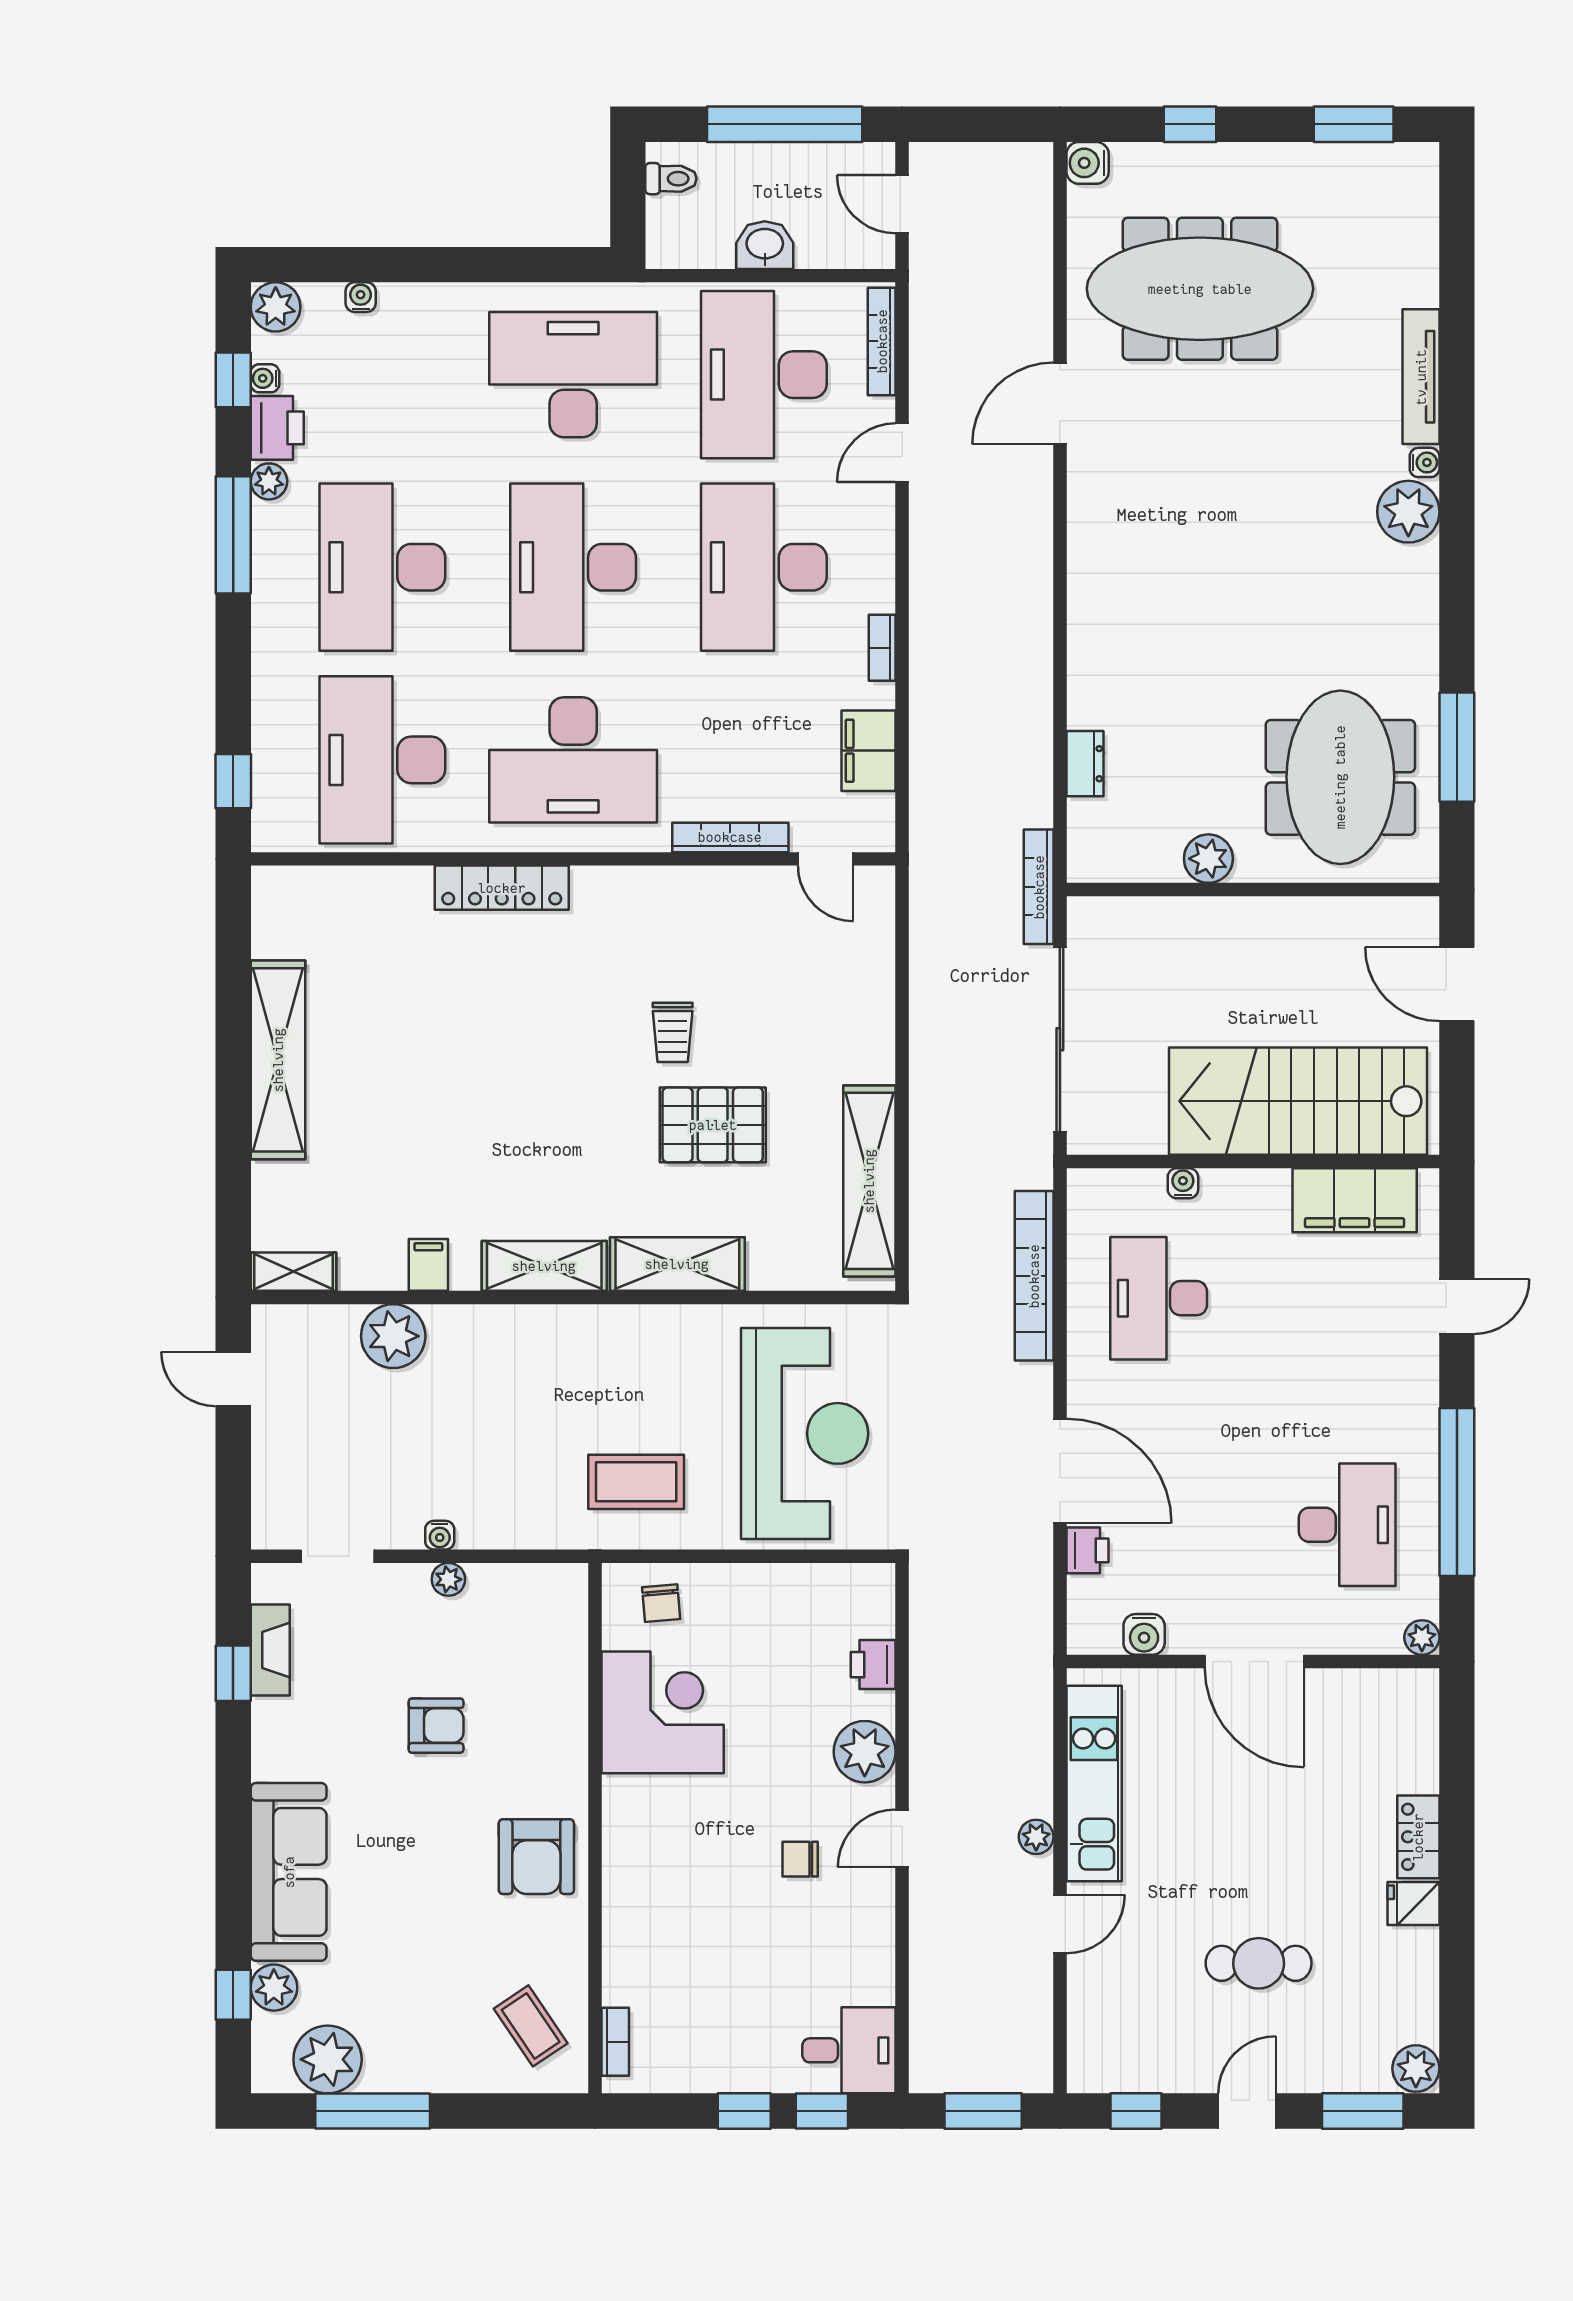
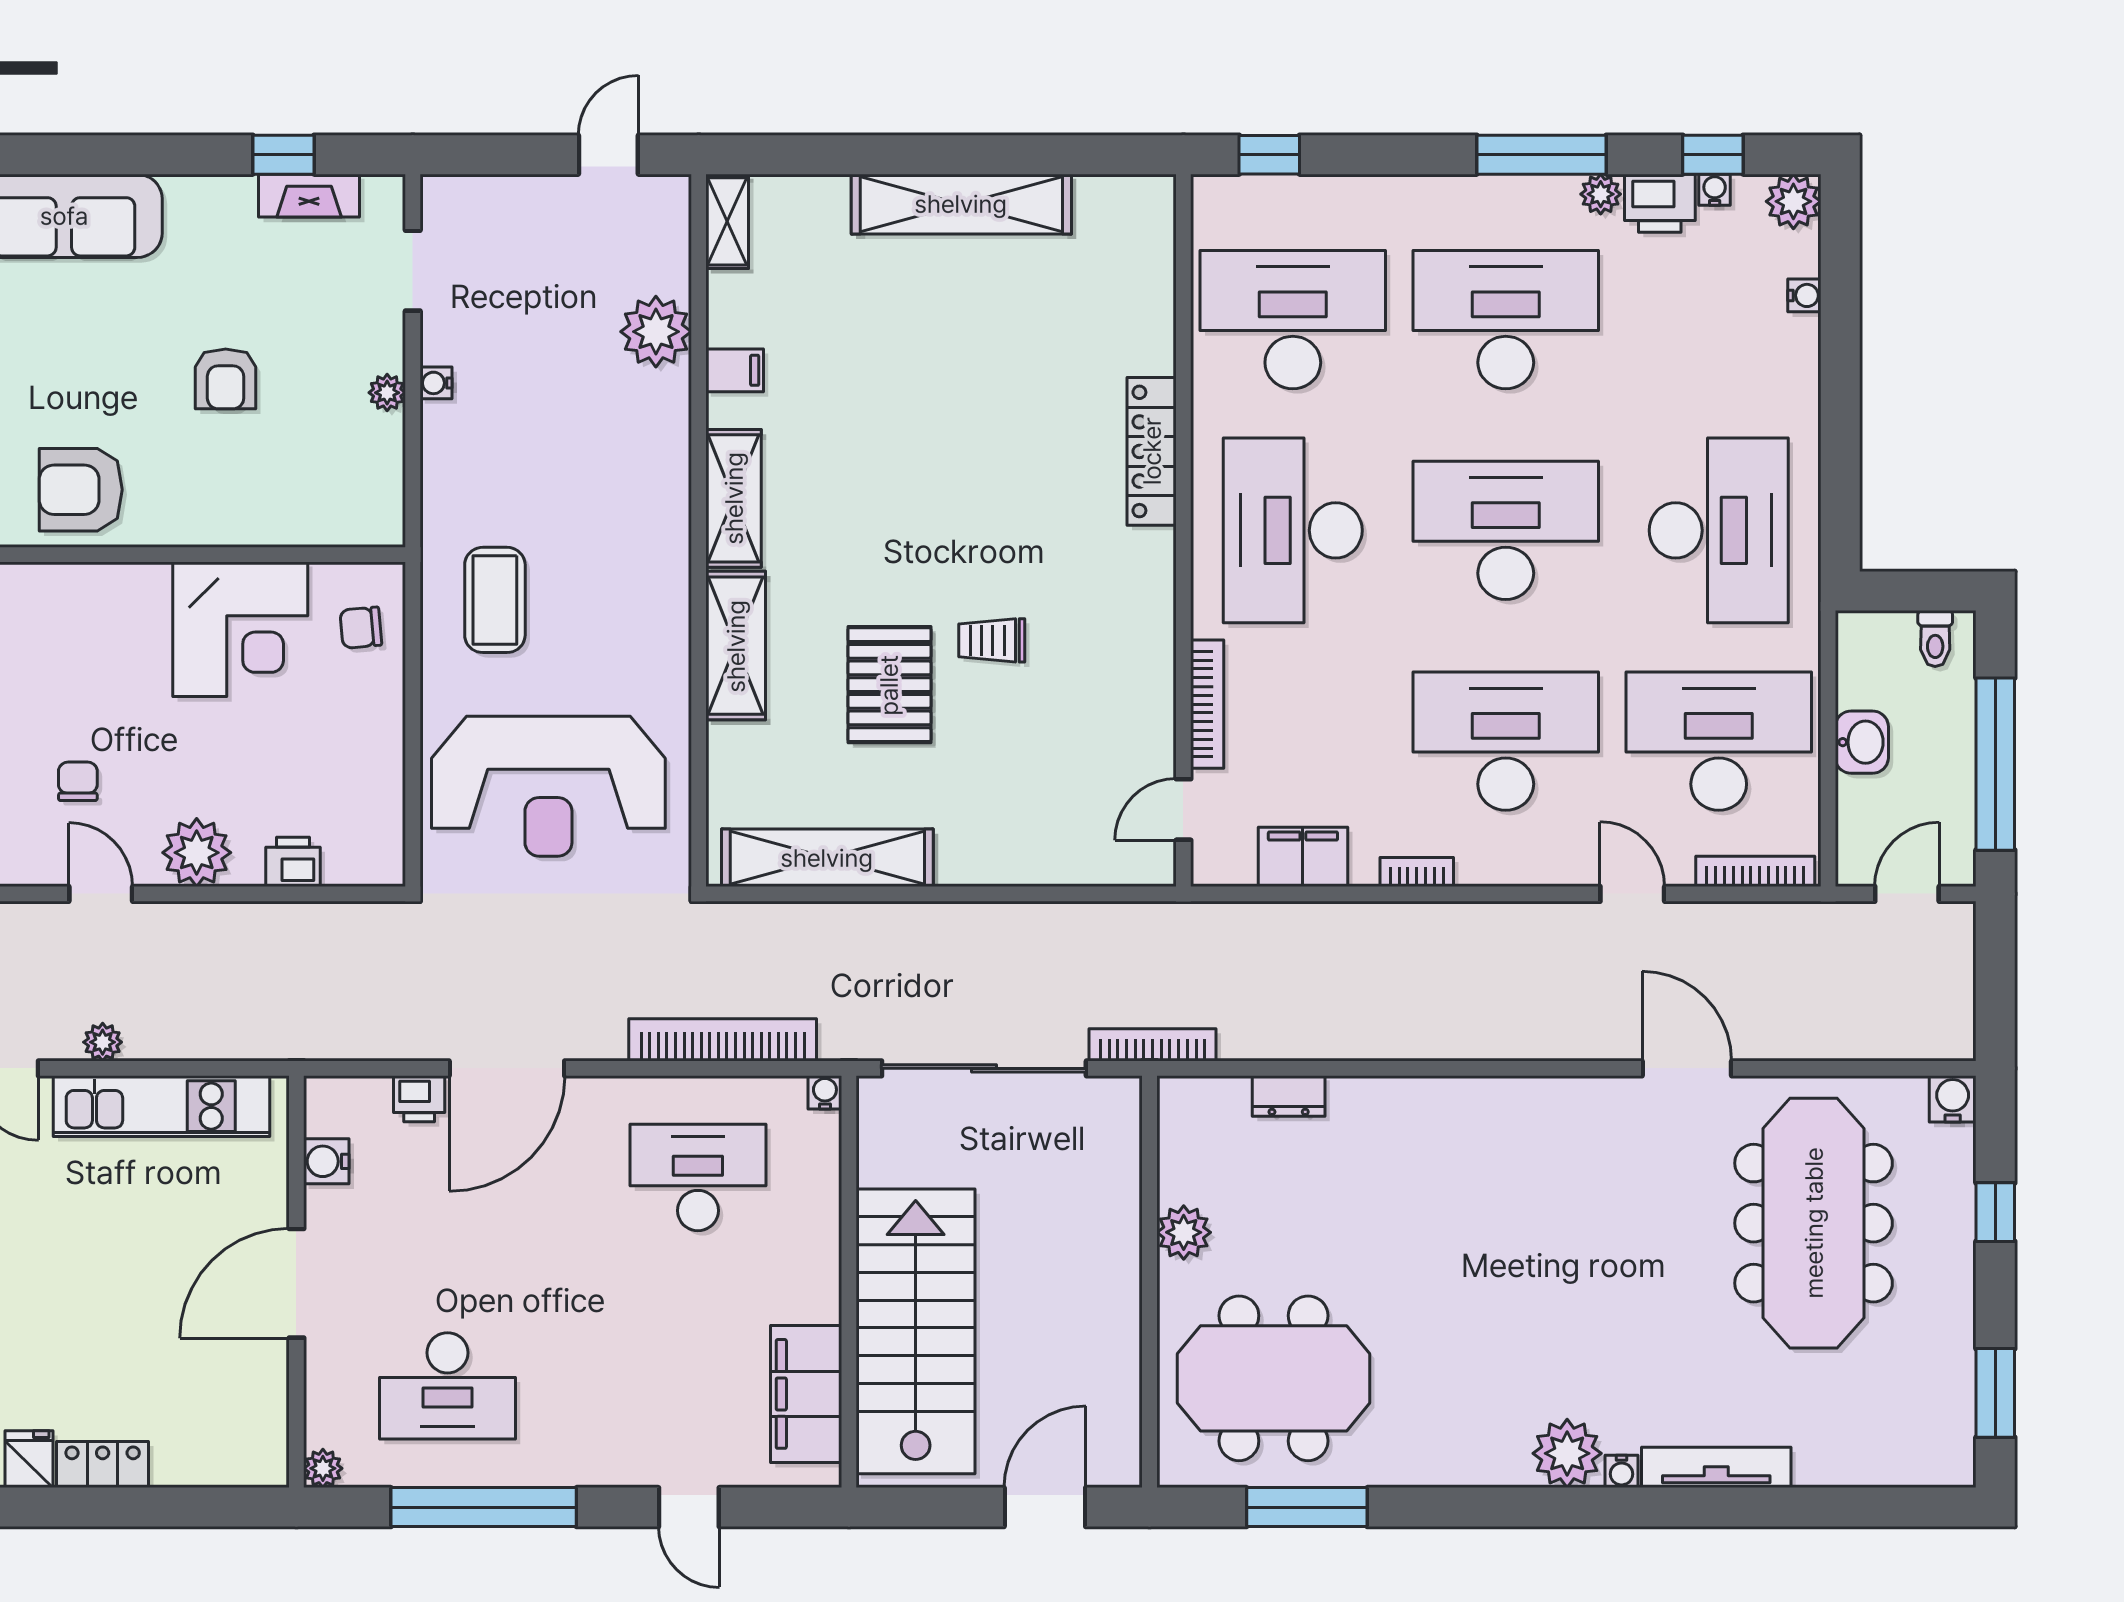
water cooler: (1183, 1183) -> (825, 1092), moved, turned -90

